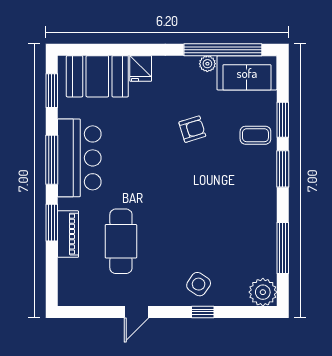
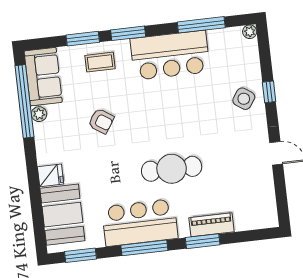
armchair: (192, 129) -> (101, 121), turned 140
coffee table: (255, 135) -> (100, 62), turned 90
bar counter: (254, 211) -> (170, 55), added
cafe table: (121, 241) -> (172, 169), moved
plant: (263, 292) -> (250, 32), width x0.53, depth x0.53

